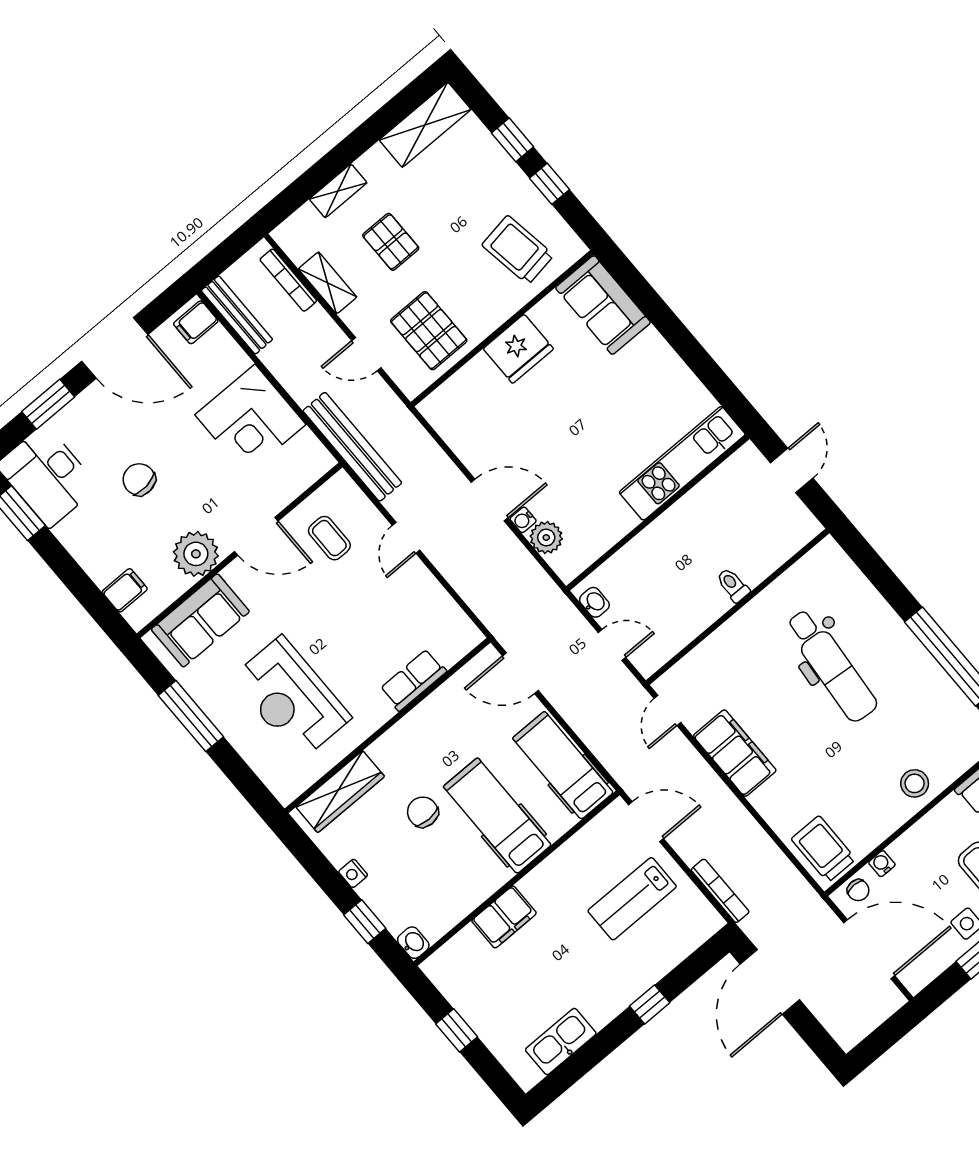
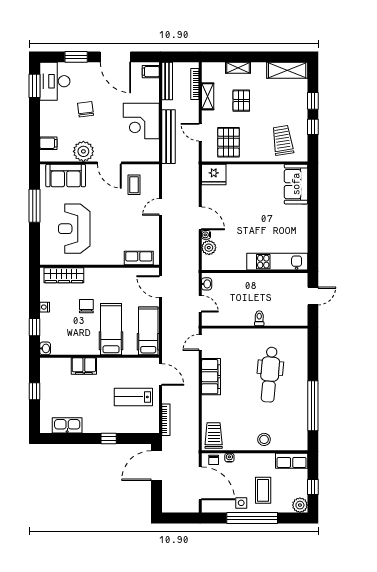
fridge: (518, 349) -> (214, 175), moved
bench: (352, 447) -> (168, 137), moved
row of seats: (413, 680) -> (139, 258), moved

